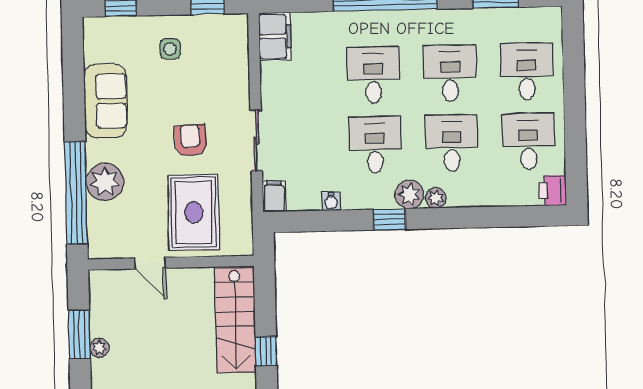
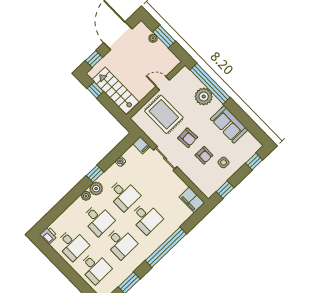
armchair: (190, 89) -> (204, 155), added

